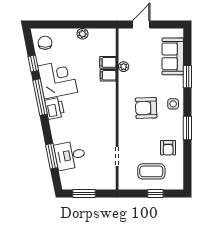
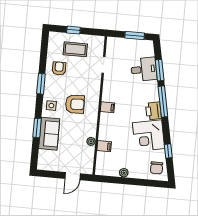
sofa: (173, 56) -> (49, 134), moved
filing cabinet: (108, 75) -> (107, 107), moved
window: (40, 97) -> (163, 101), moved

